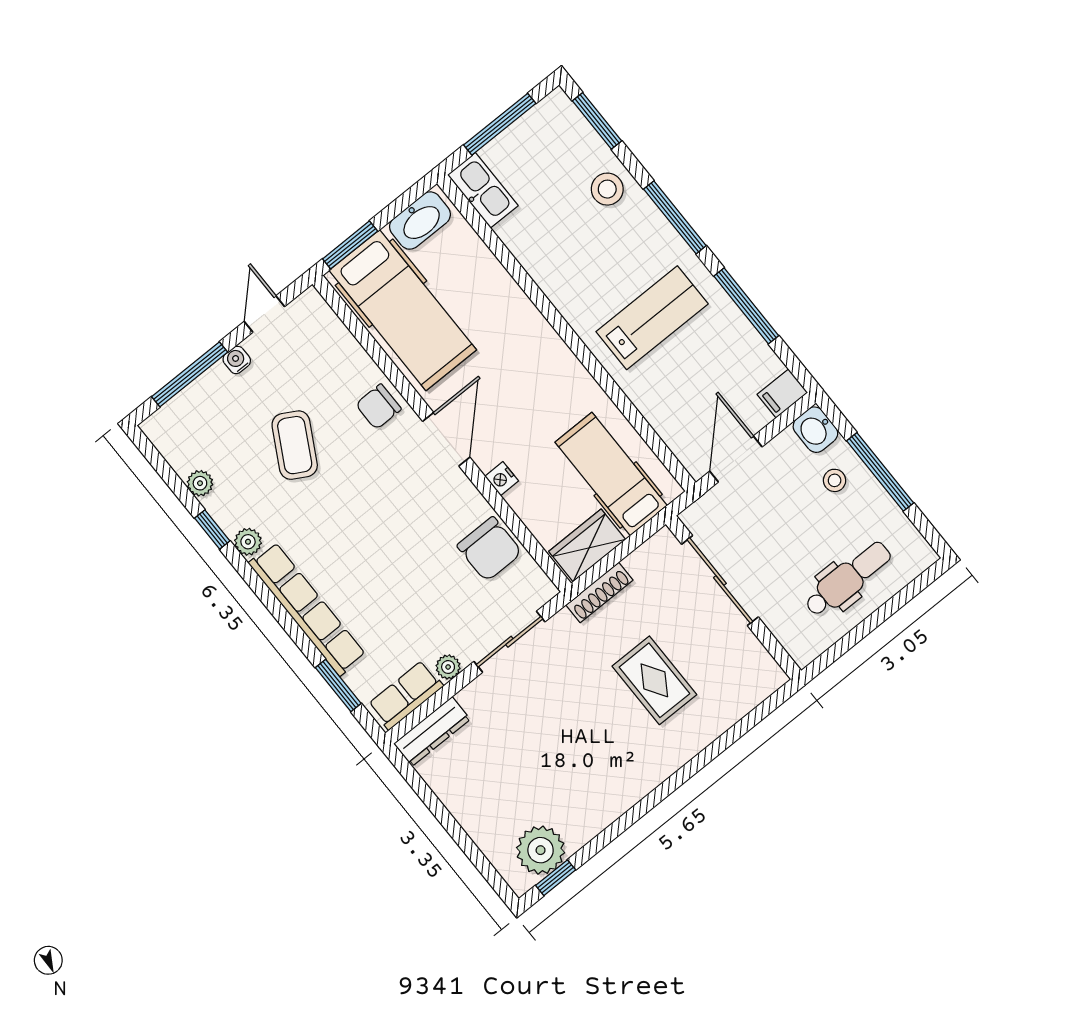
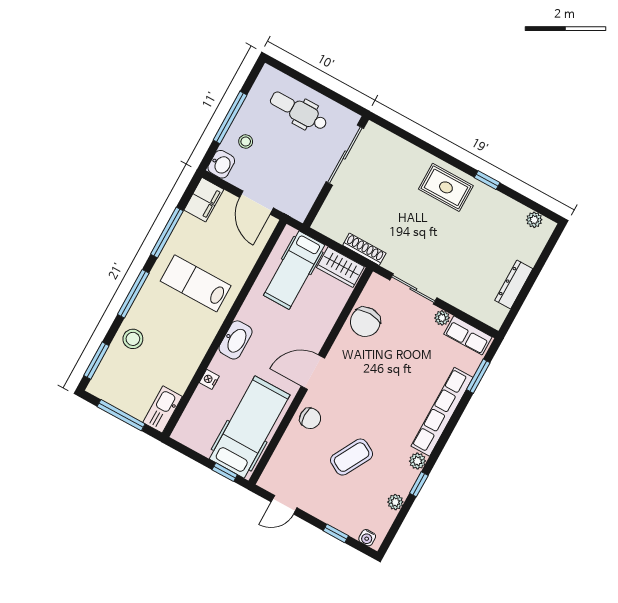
washbasin: (420, 221) -> (236, 340), moved, turned 90
window: (350, 245) -> (225, 472), width x0.67
water cooler: (237, 360) -> (367, 538), moved
window: (190, 374) -> (336, 533), width x0.46
filing cabinet: (782, 393) -> (204, 200), width x2.00
door: (736, 459) -> (257, 203), hinge flipped
nightstand: (502, 479) -> (209, 379), moved, turned 180
chair: (490, 549) -> (365, 322), turned 180
sliding door: (720, 581) -> (345, 155), moved
rug: (654, 680) -> (446, 187), moved, turned 90
dresser: (432, 732) -> (514, 284), moved, turned -90
plant: (541, 850) -> (534, 220), width x0.53, depth x0.53
window: (556, 878) -> (487, 180), moved

